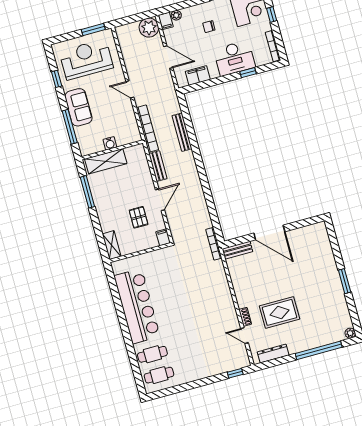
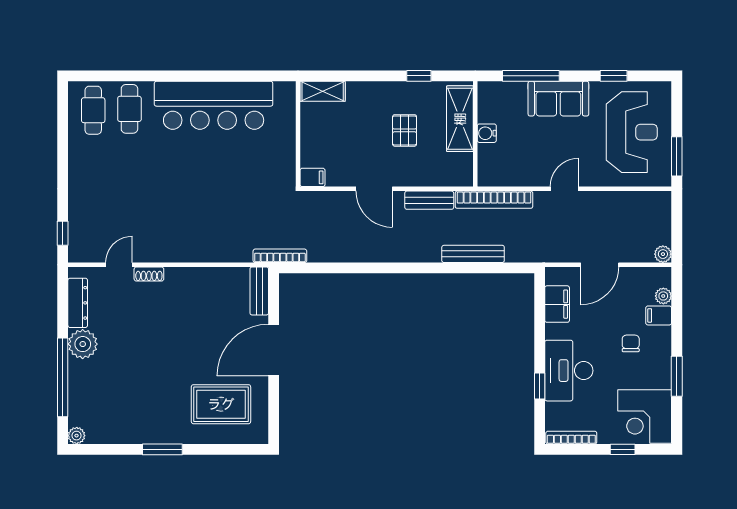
filing cabinet: (166, 21) -> (659, 315), moved
plant: (149, 28) -> (663, 254), width x0.53, depth x0.53
window: (87, 192) -> (419, 76), width x0.46
pallet: (139, 217) -> (405, 130), moved, turned 90
rug: (280, 312) -> (221, 404), moved, turned 90
plant: (296, 344) -> (83, 344), added

